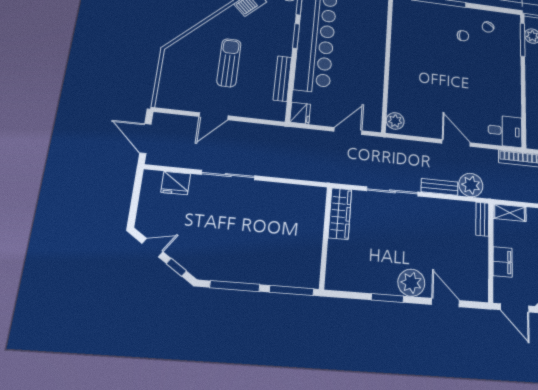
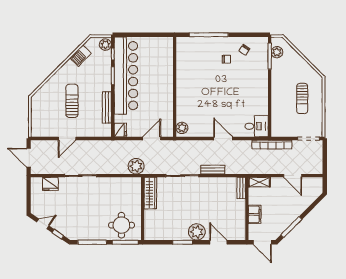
plant: (471, 185) -> (136, 166), moved
round table: (288, 261) -> (121, 225), added

